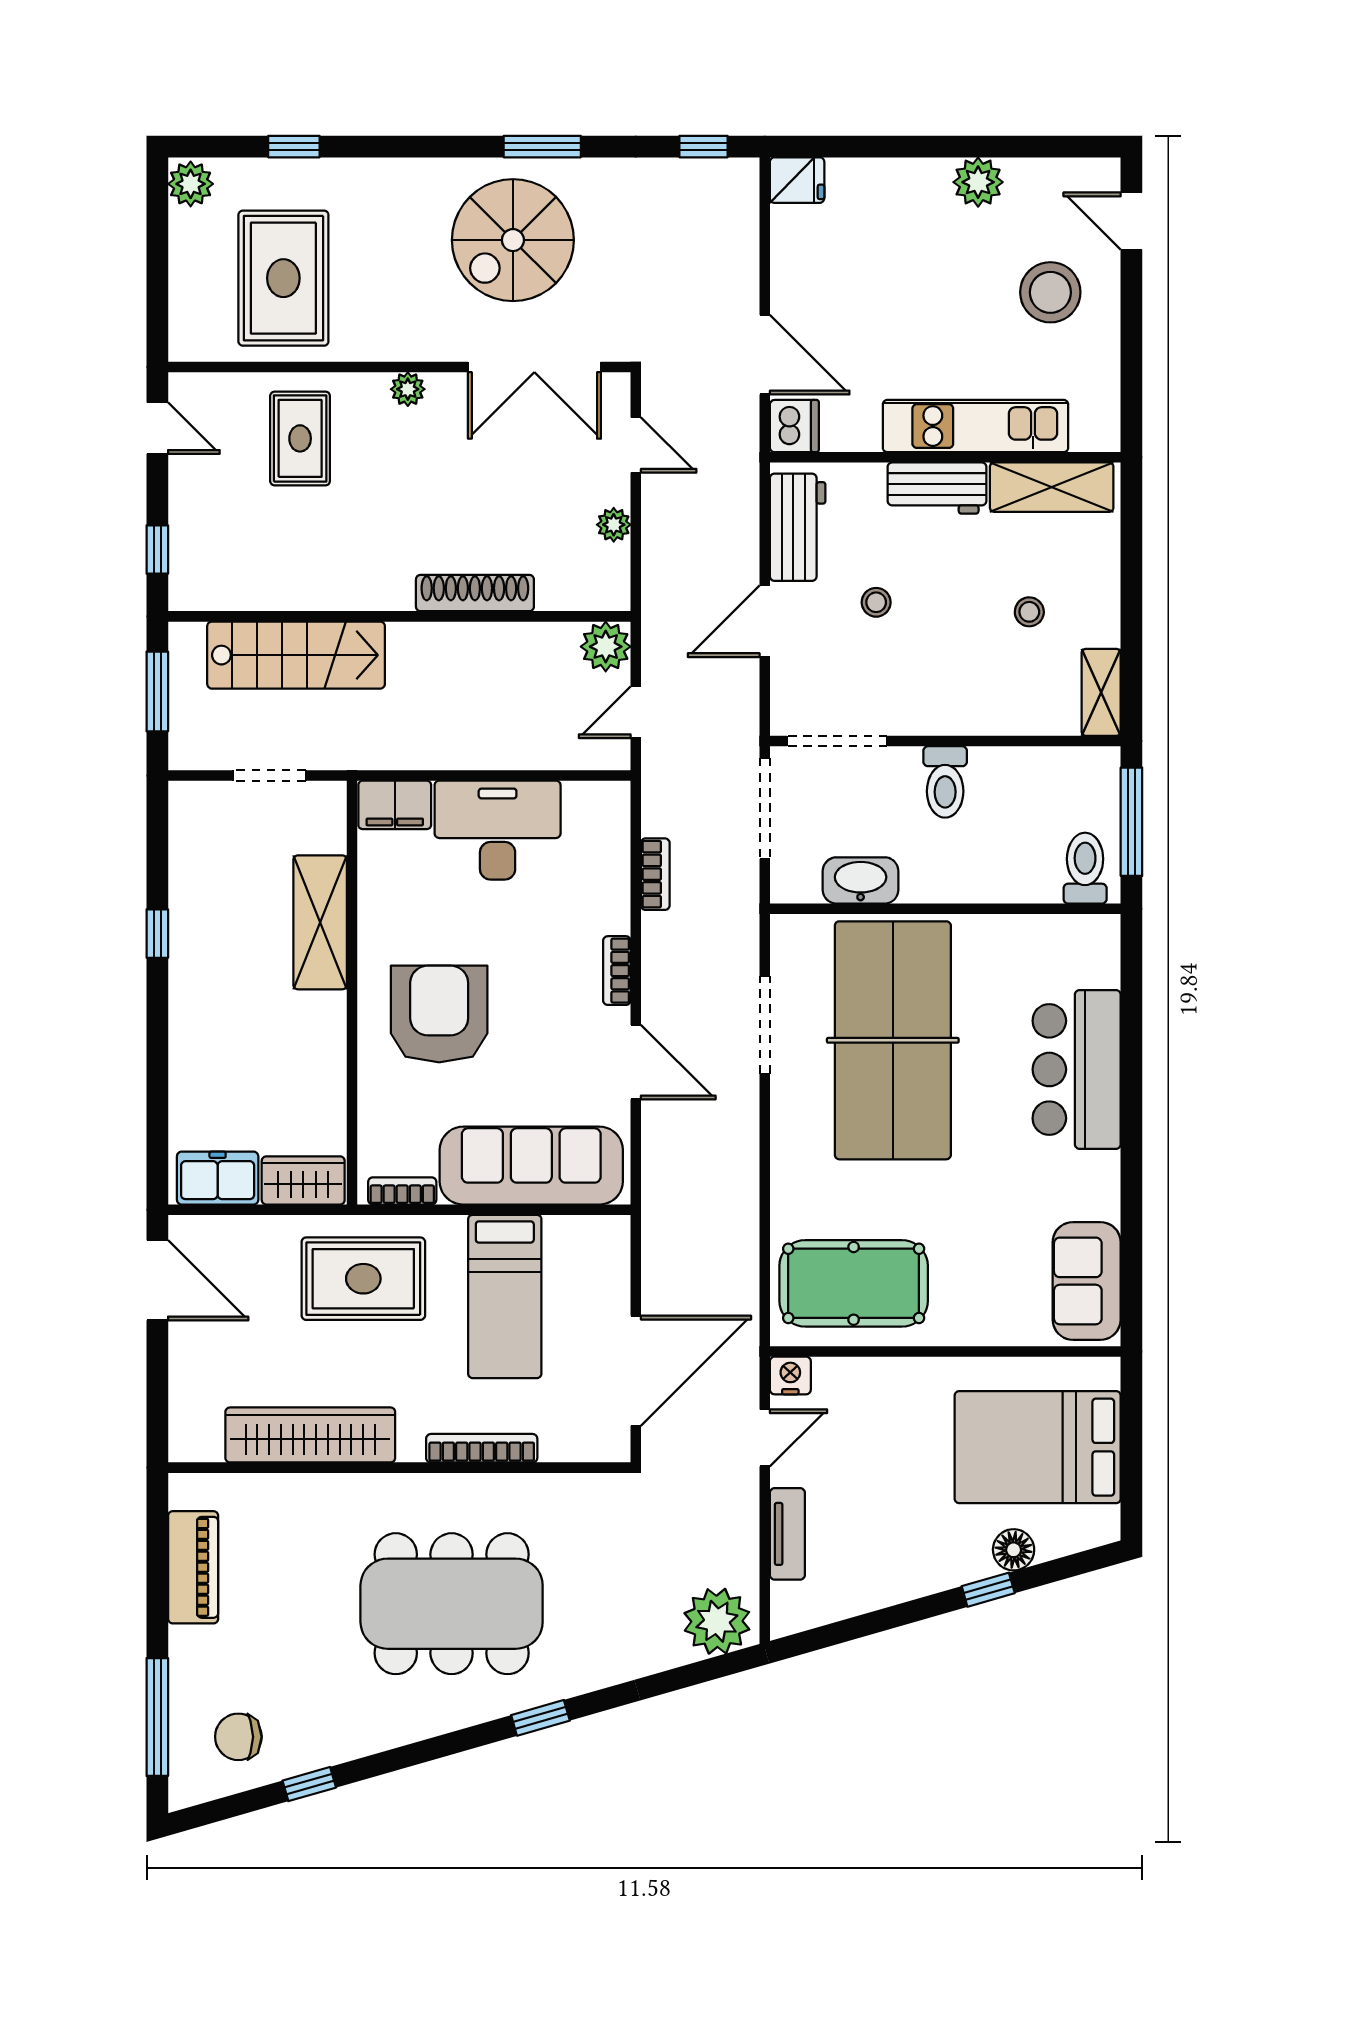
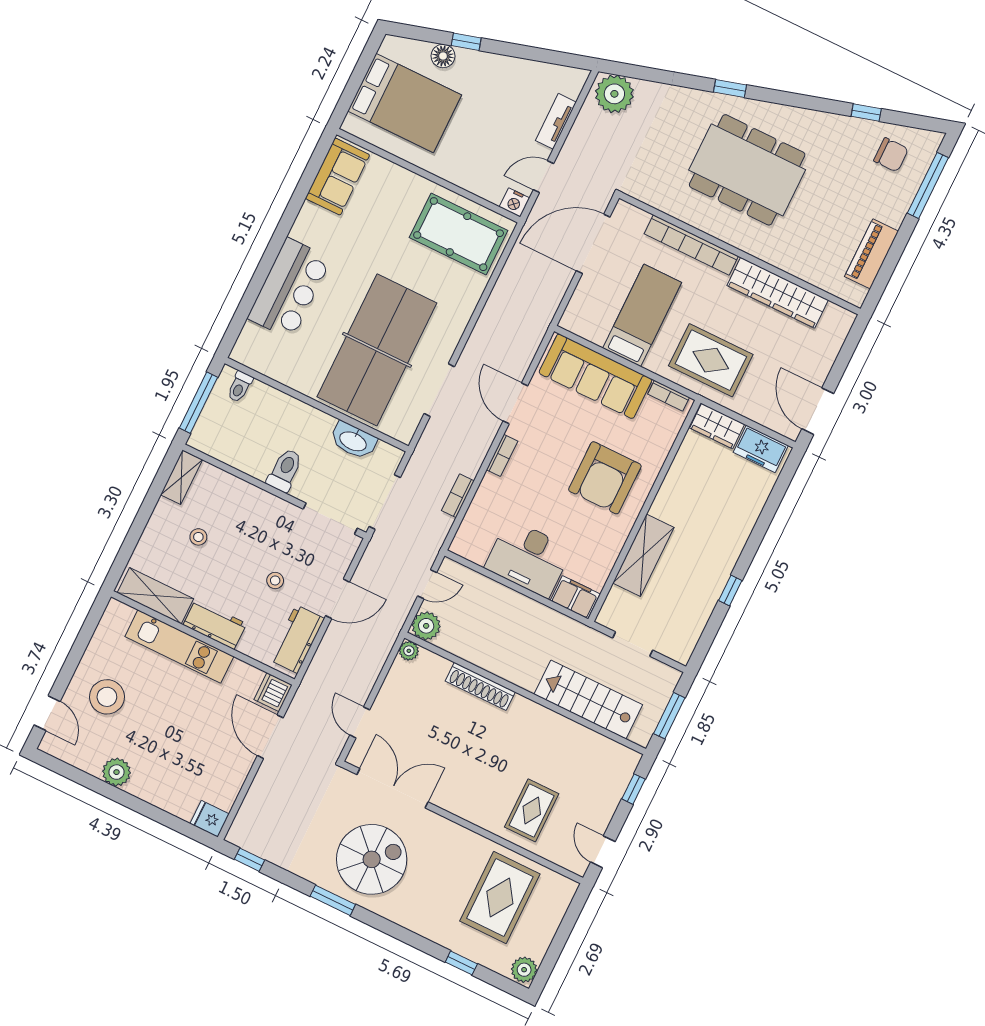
plant: (408, 389) -> (464, 809), removed
plant: (614, 525) -> (409, 651), moved
toilet: (1085, 868) -> (240, 387), width x0.73, depth x0.72
bookcase: (482, 1448) -> (691, 245), width x1.48, depth x1.31

